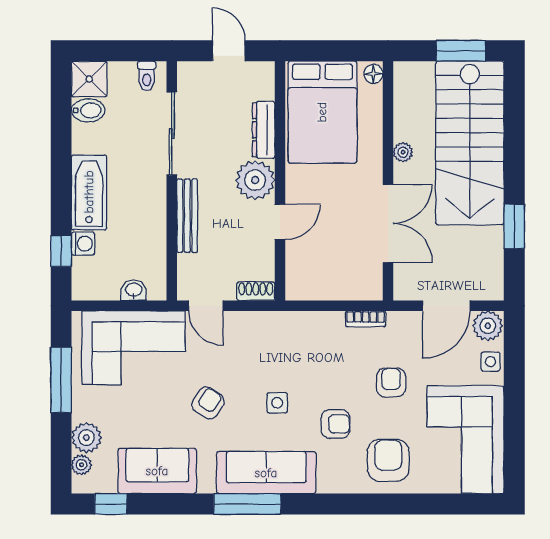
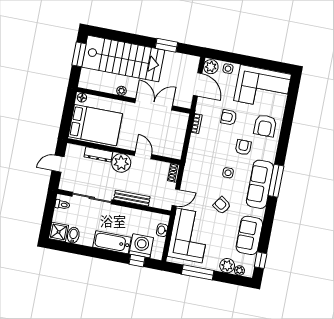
washing machine: (83, 244) -> (141, 246), width x1.89, depth x1.89
armchair: (388, 460) -> (265, 126), turned -90
window: (247, 504) -> (276, 181), moved

